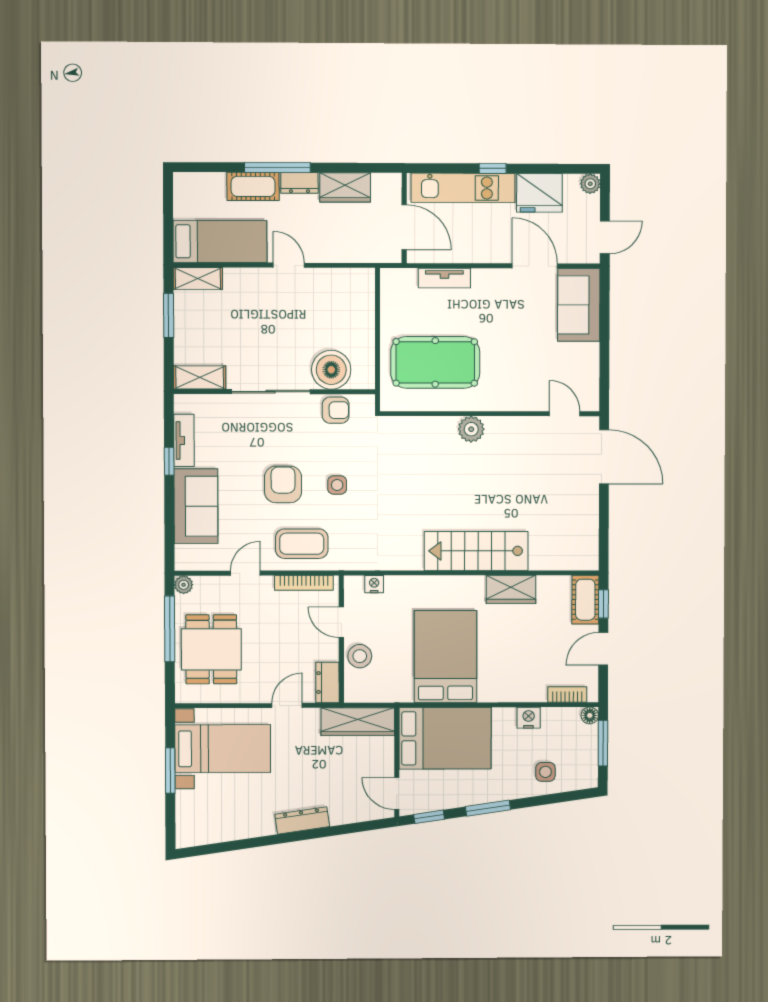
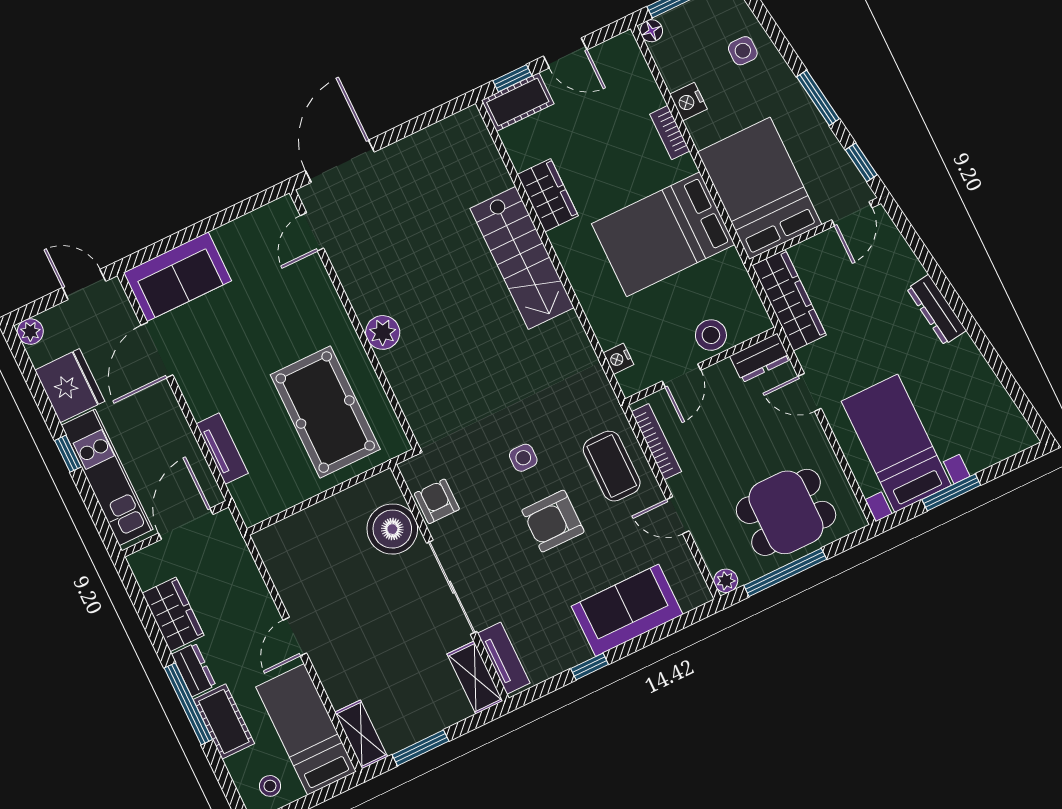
stool: (192, 197) -> (270, 786), added
tv unit: (184, 440) -> (504, 658), moved, turned 90
bookcase: (567, 694) -> (670, 133), moved

